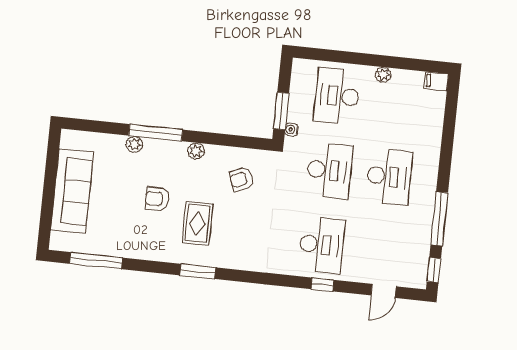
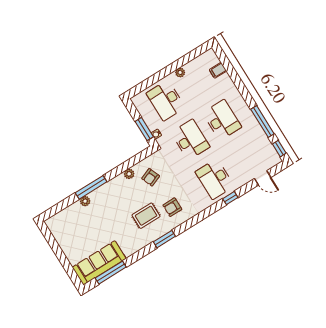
filing cabinet: (436, 81) -> (218, 70), moved
plant: (196, 151) -> (129, 174), moved
sofa: (72, 191) -> (99, 263), moved, turned -90
armchair: (157, 199) -> (172, 207), moved
rug: (197, 223) -> (146, 216), turned 90
desk: (322, 245) -> (215, 179), turned 180
door: (384, 291) -> (263, 178), hinge flipped

